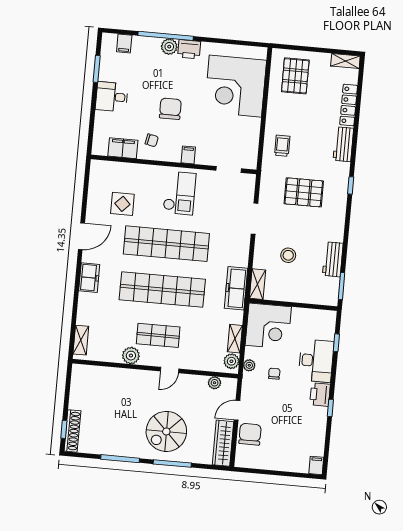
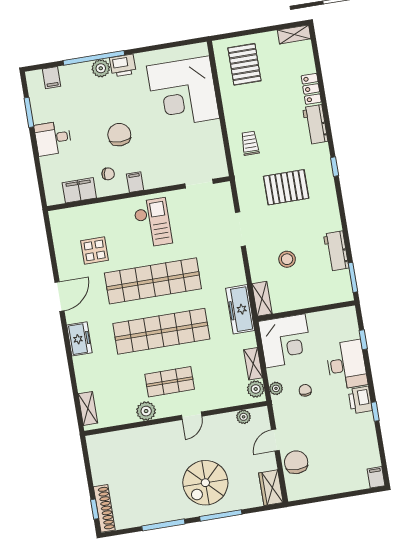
locker: (349, 105) -> (311, 89), width x0.66
filing cabinet: (188, 155) -> (135, 182), moved
wardrobe: (223, 443) -> (271, 488), width x0.67

